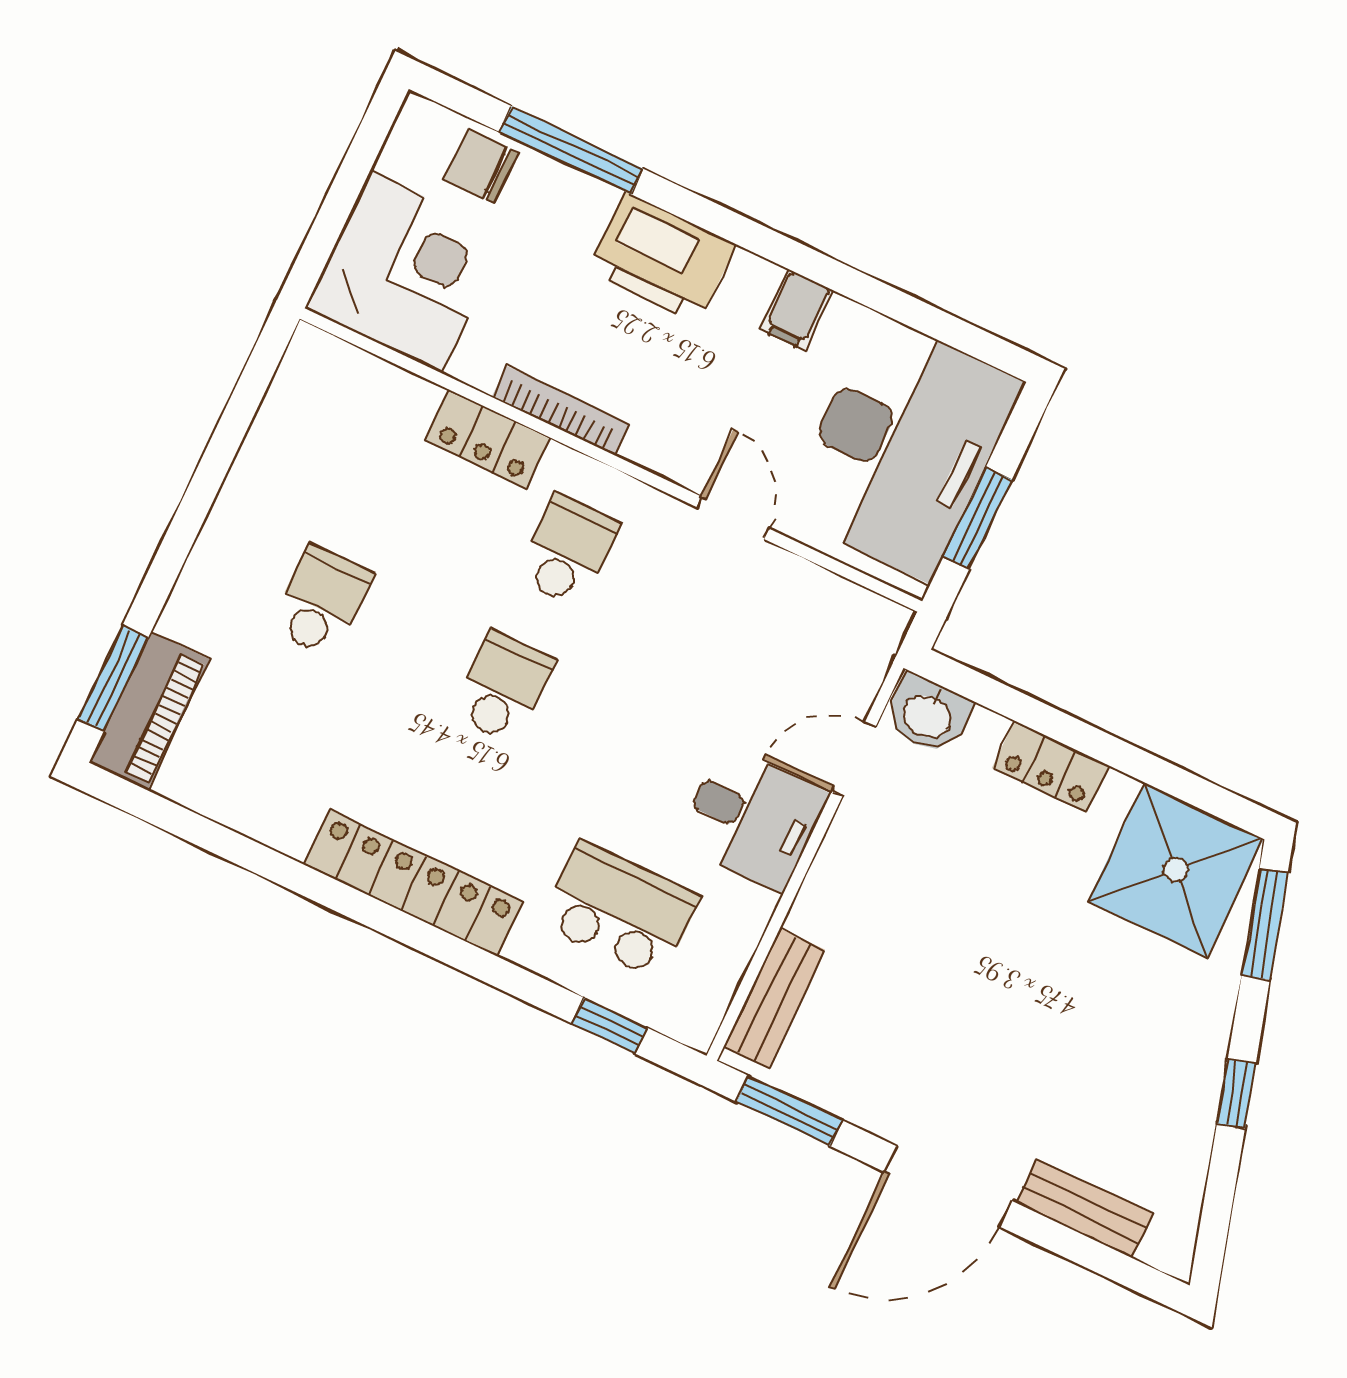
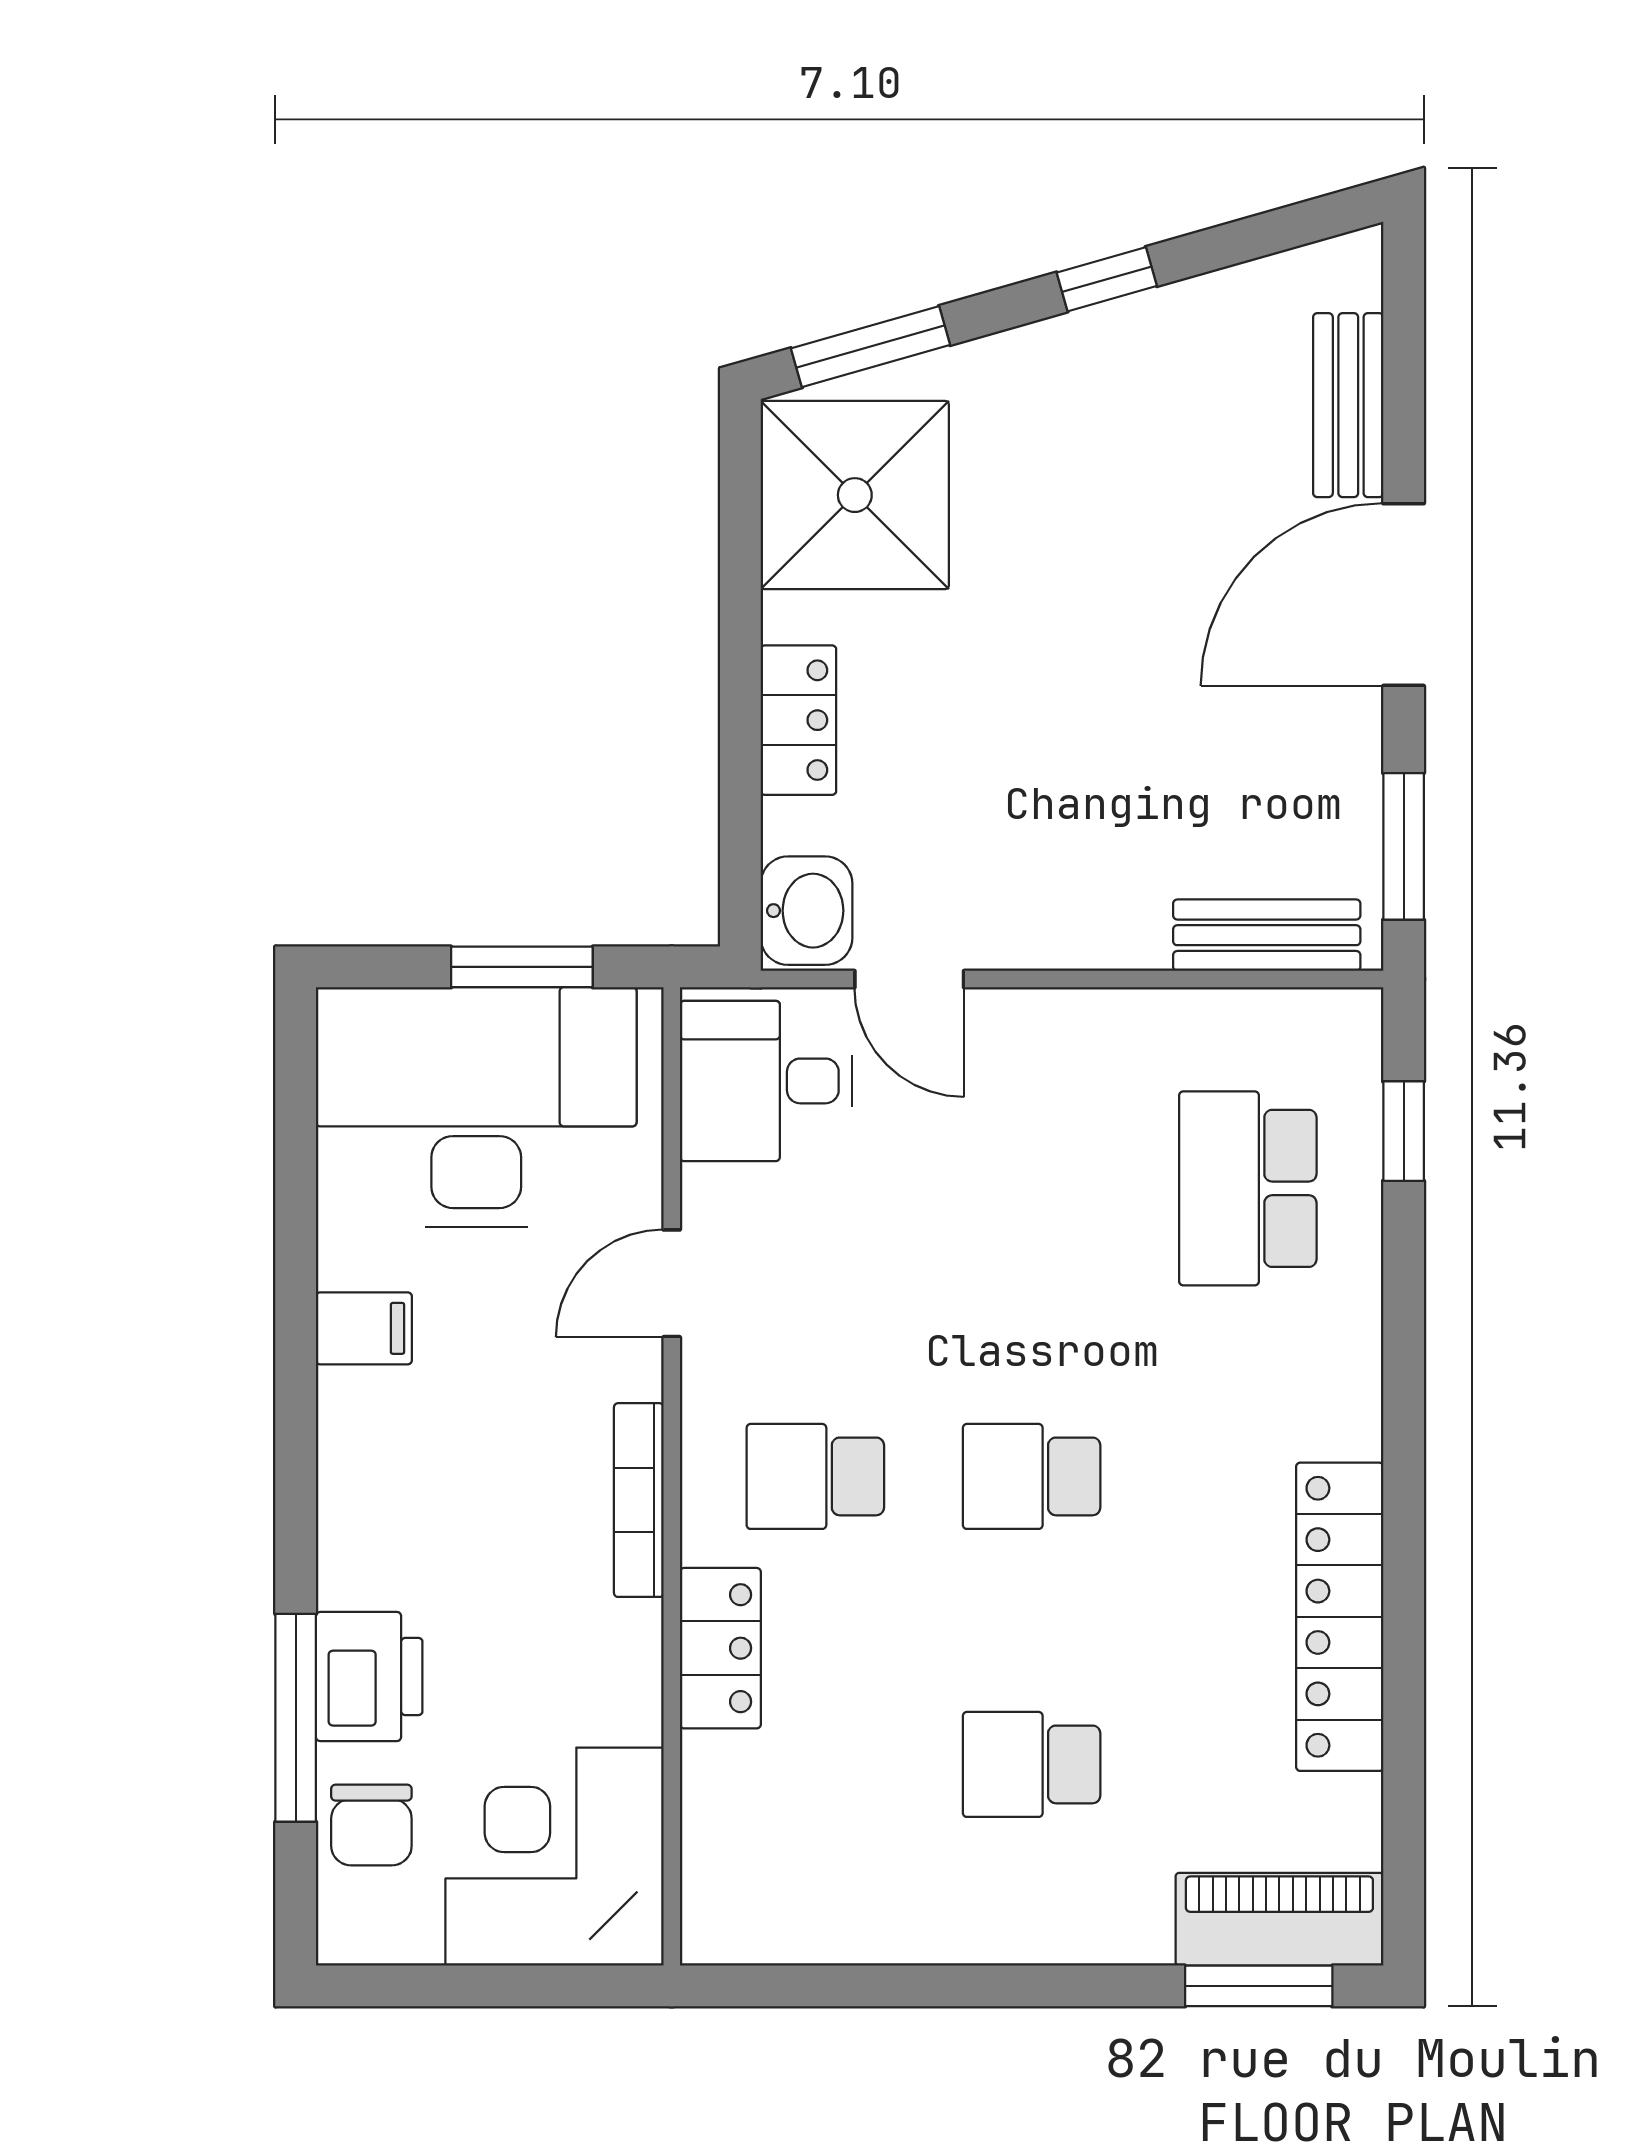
printer: (662, 258) -> (369, 1676), moved, width x0.73, depth x0.84
bookcase: (560, 411) -> (639, 1500), moved
desk: (752, 818) -> (766, 1081), moved, turned -90
locker: (413, 883) -> (1340, 1617), moved
door: (948, 1186) -> (1404, 595), swing flipped

